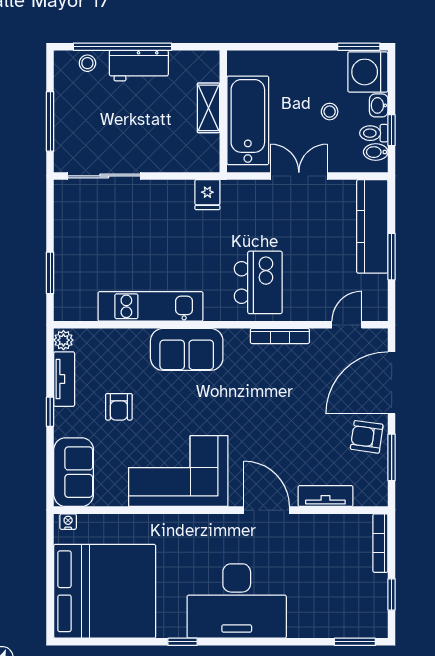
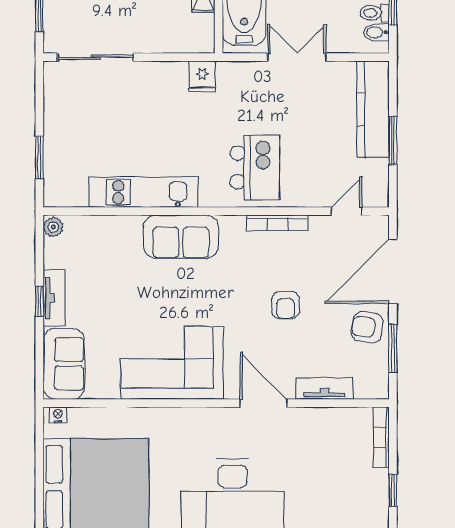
tv unit: (64, 379) -> (54, 298), moved
armchair: (119, 407) -> (286, 305), moved

